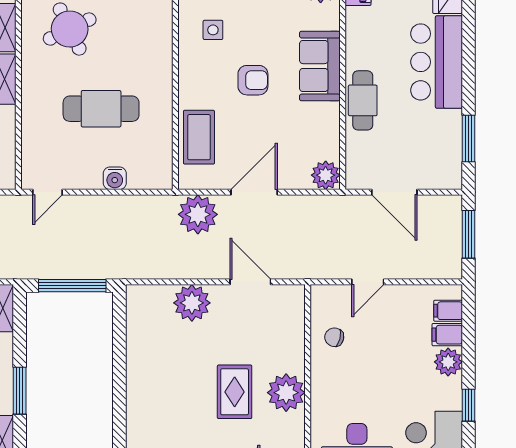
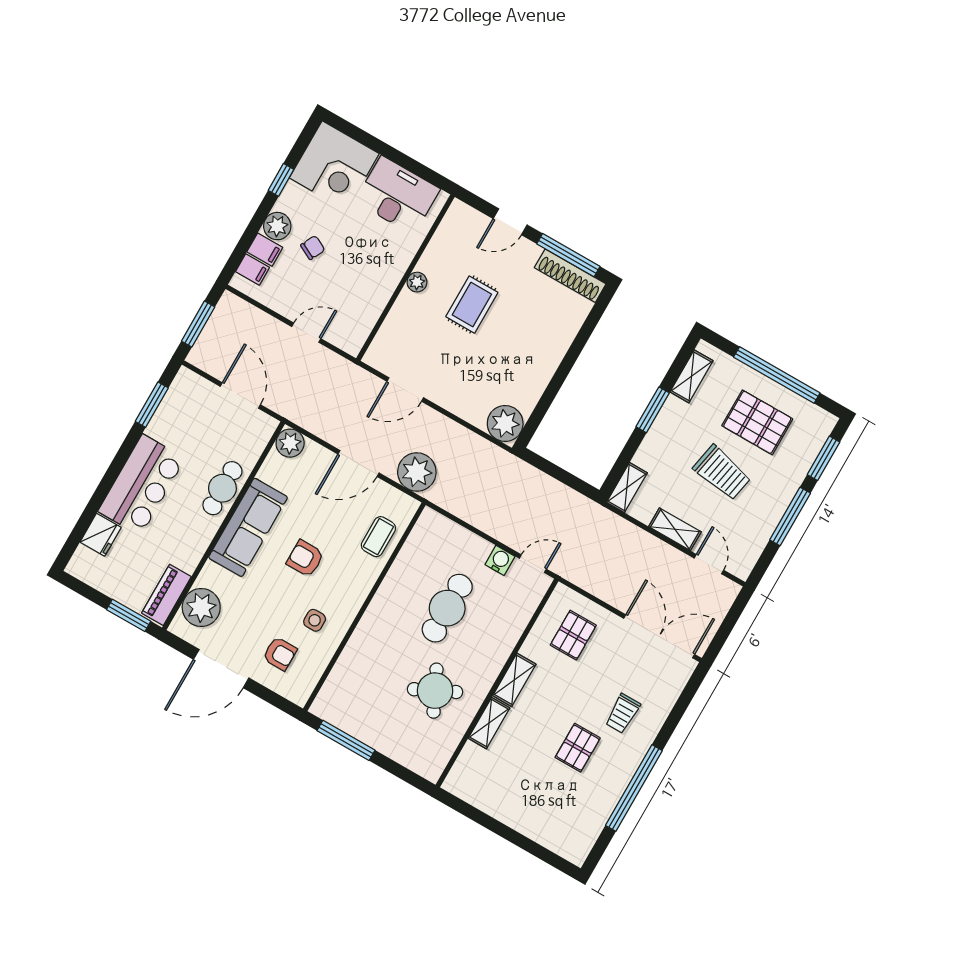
sofa: (320, 66) -> (248, 527), width x1.36
cafe table: (101, 109) -> (447, 608), turned 90
coffee table: (199, 137) -> (378, 537), width x0.73, depth x0.77
water cooler: (115, 178) -> (500, 560), moved
door: (250, 282) -> (405, 390), hinge flipped
window: (72, 286) -> (557, 473), removed
plant: (192, 303) -> (505, 424), moved
chair: (334, 337) -> (313, 248), moved, turned -77
plant: (286, 393) -> (417, 282), width x0.53, depth x0.53

